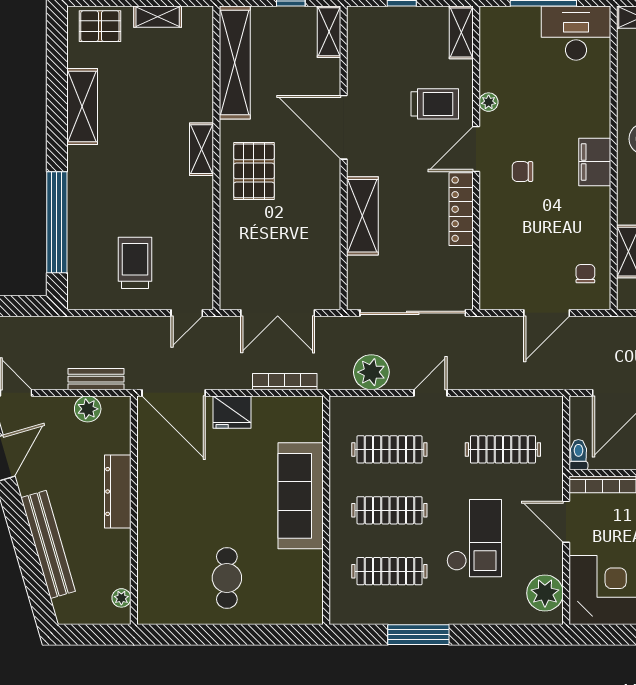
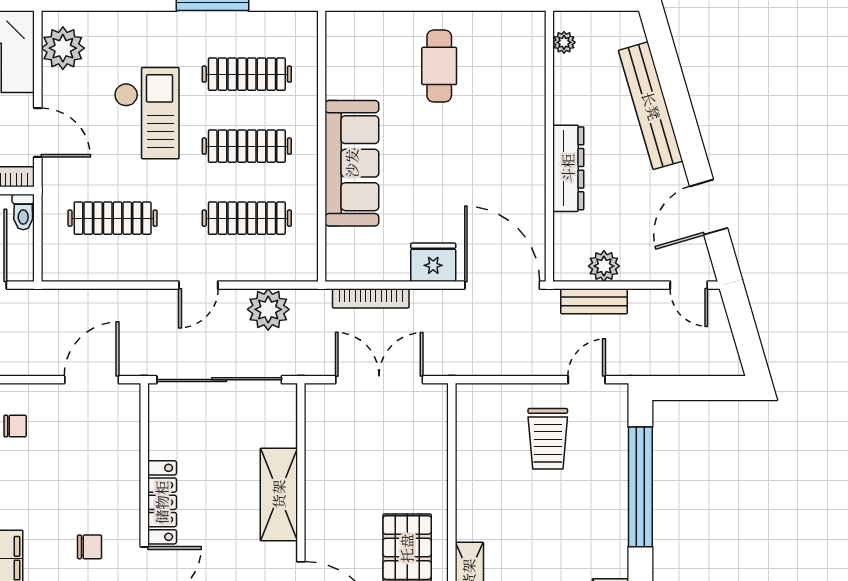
chair: (585, 274) -> (15, 426), turned -90
door: (187, 313) -> (587, 380), moved
door: (547, 313) -> (92, 380), moved
checkout: (474, 538) -> (147, 113), turned 180

